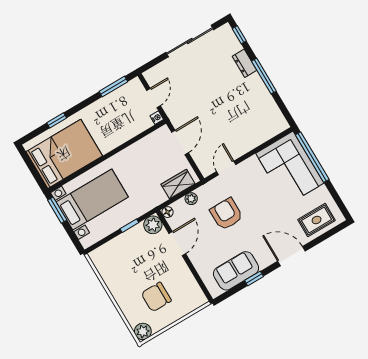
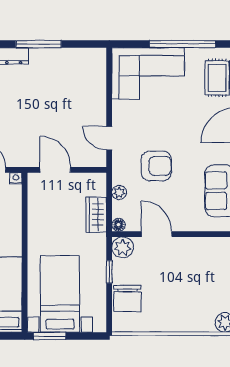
window: (312, 157) -> (183, 44), moved
wardrobe: (178, 184) -> (96, 215), moved
armchair: (226, 214) -> (156, 166), turned 180
chair: (156, 297) -> (127, 299), moved

